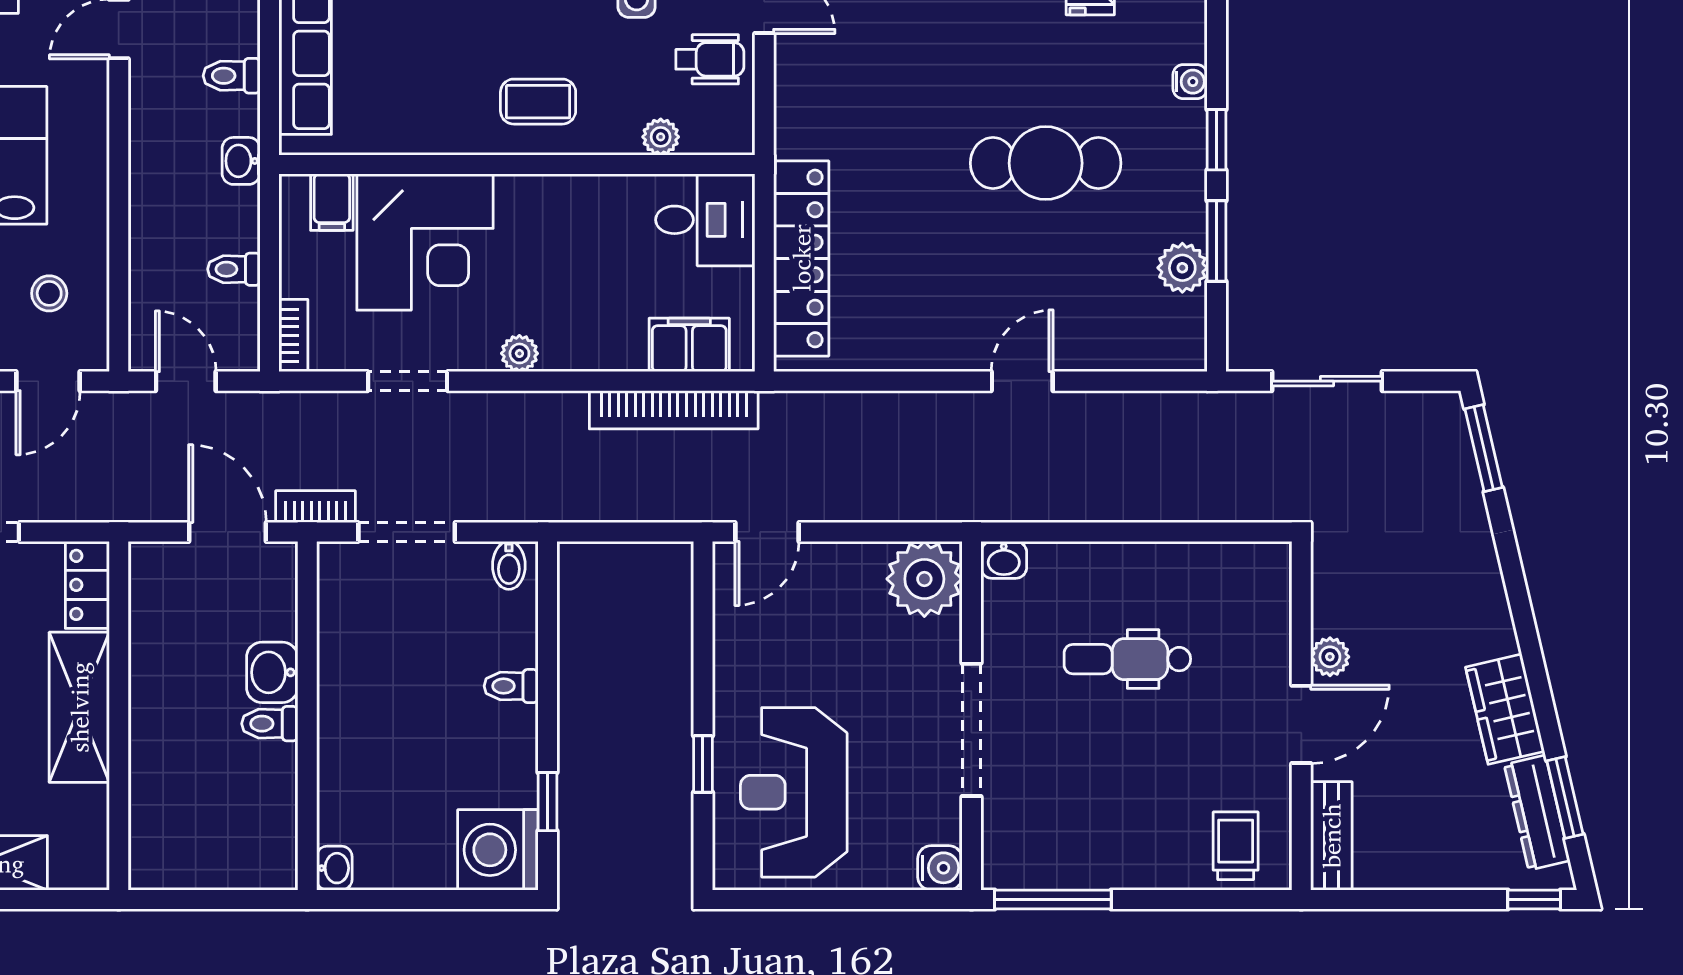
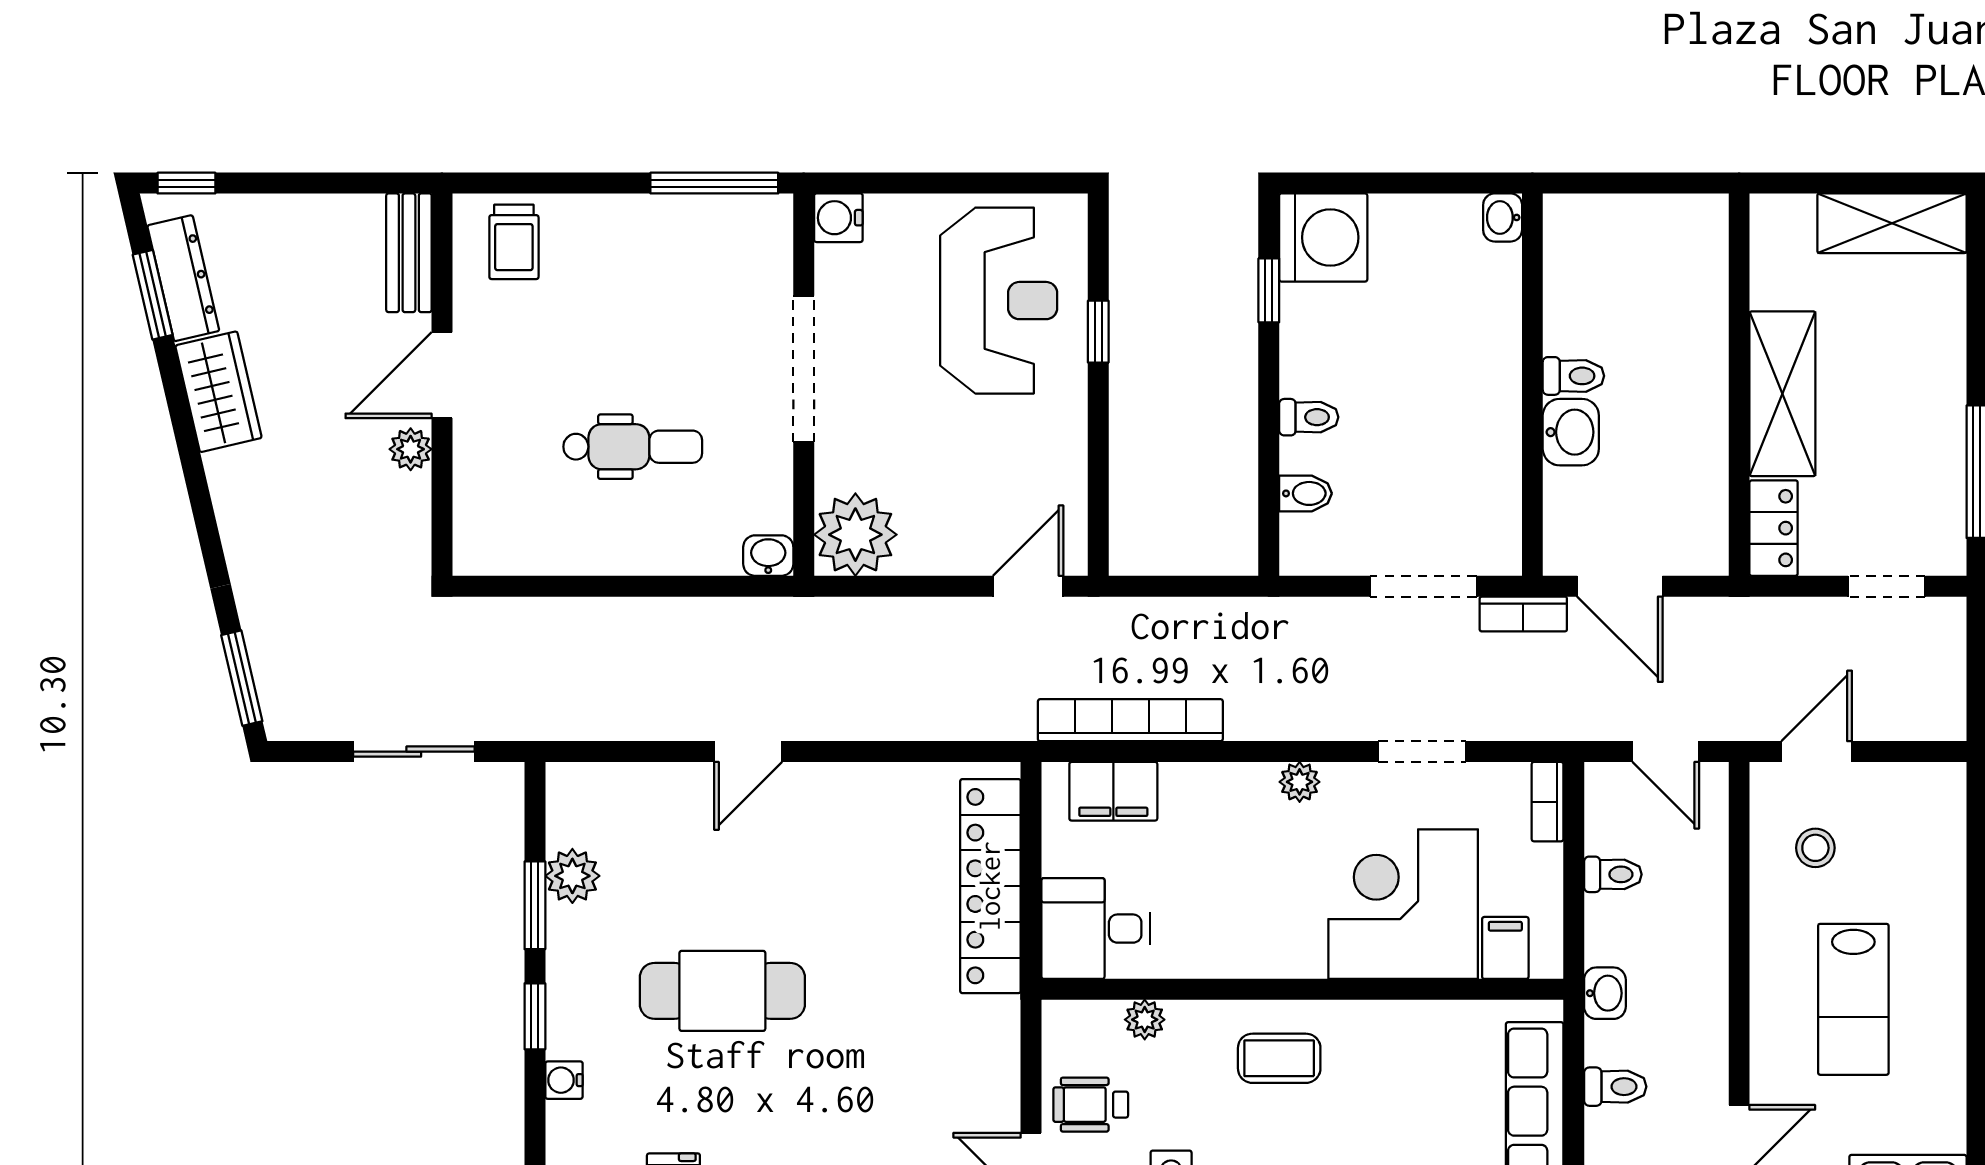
bidet: (509, 565) -> (1306, 493), moved, turned 90

